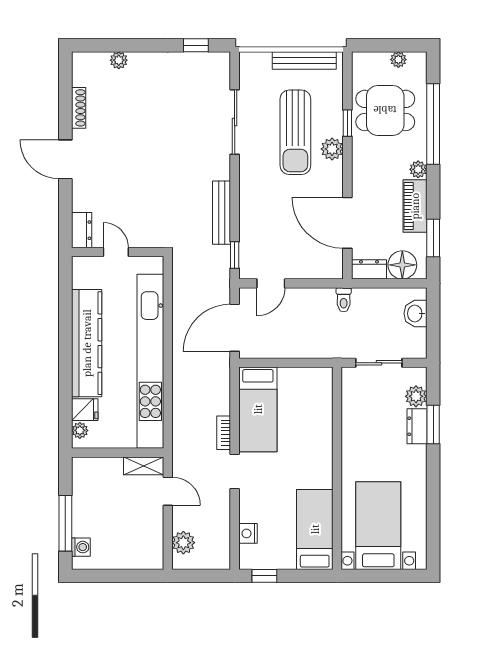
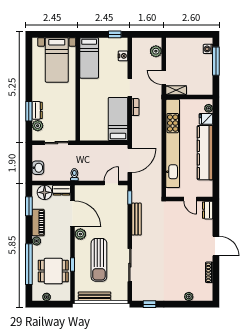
sun lounger: (295, 132) -> (99, 260), turned 180
plant: (332, 149) -> (80, 234), moved

